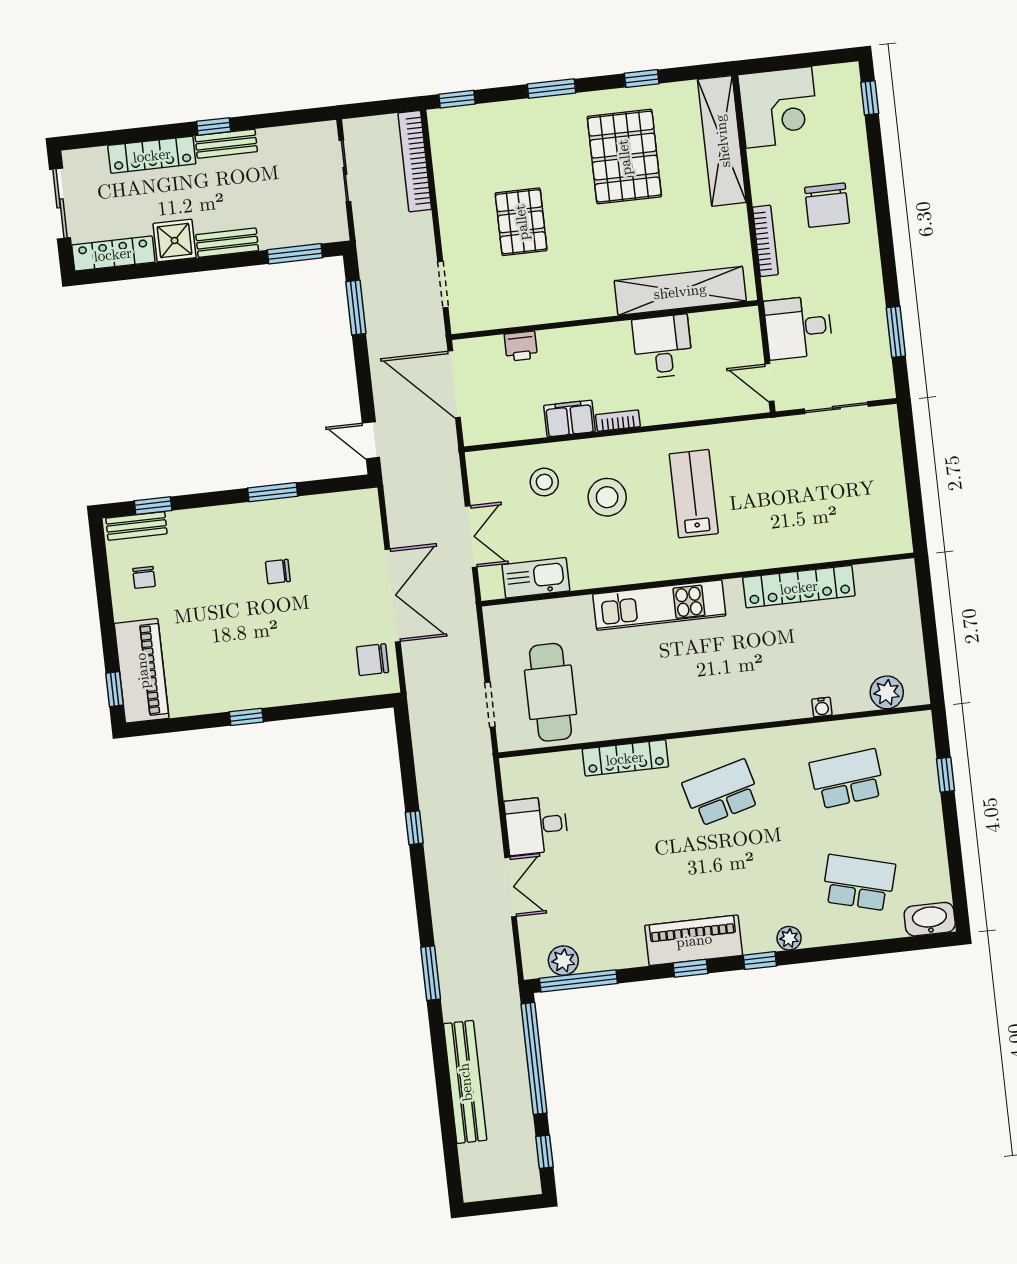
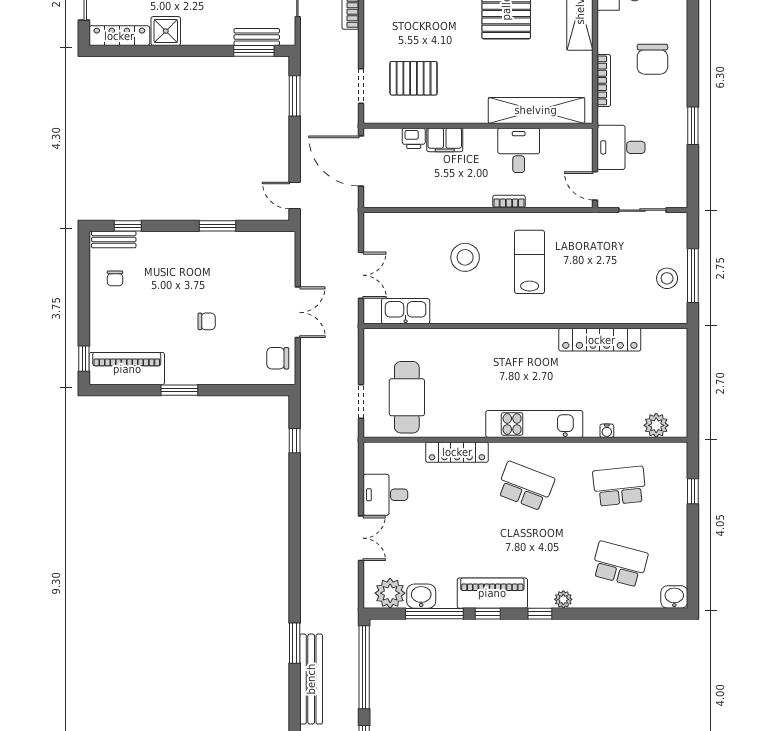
pallet: (521, 222) -> (414, 78), moved, turned 90
bench: (227, 243) -> (257, 37), moved
window: (896, 332) -> (693, 126), moved
filing cabinet: (569, 419) -> (445, 140), moved, turned 180
bookcase: (618, 421) -> (509, 201), moved
stool: (544, 482) -> (667, 278), moved
window: (913, 488) -> (693, 276), added
chair: (278, 572) -> (207, 321), moved, turned 180
double door: (393, 595) -> (298, 312), width x0.73
kitchen unit: (659, 605) -> (534, 424), moved, turned 180
piano: (142, 671) -> (127, 369), moved, turned -90
window: (246, 717) -> (179, 390), width x1.50
school desk: (722, 793) -> (525, 486), turned 36
window: (414, 828) -> (295, 441), moved
washbasin: (930, 919) -> (674, 597), width x0.72
washbasin: (599, 955) -> (421, 596), added
plant: (563, 961) -> (390, 593), width x1.36, depth x1.36
window: (431, 973) -> (295, 643), moved
window: (578, 981) -> (434, 614), moved

